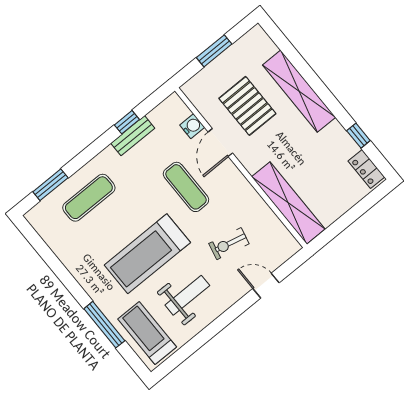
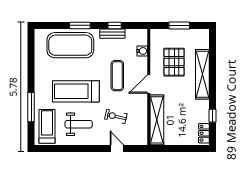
door: (220, 143) -> (149, 84), moved
window: (50, 185) -> (80, 25), moved
exercise mat: (89, 198) -> (70, 45), width x2.00, depth x1.45

